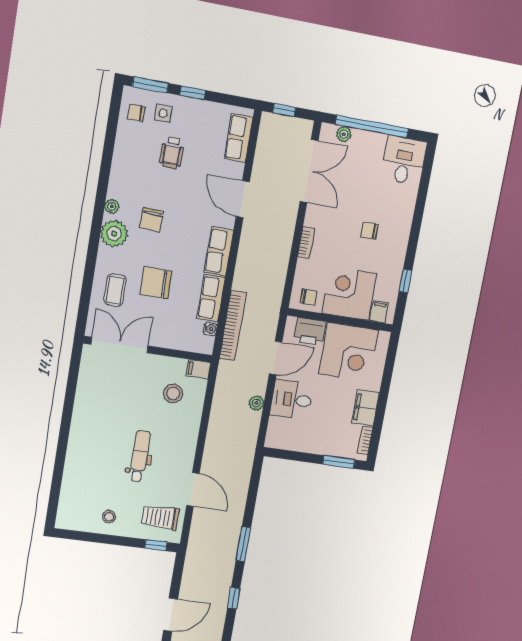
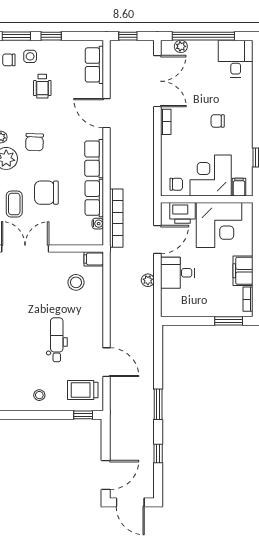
bookcase: (306, 243) -> (166, 122), moved

